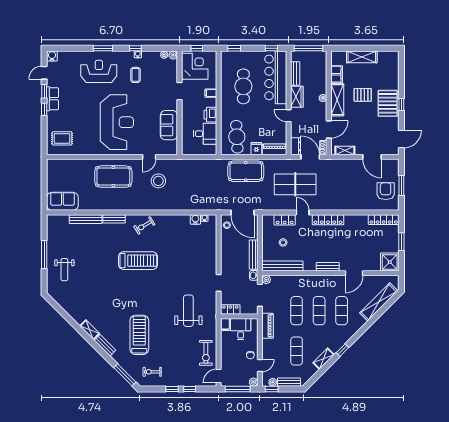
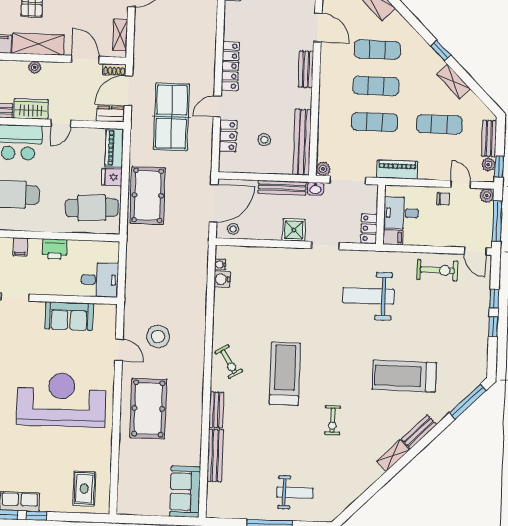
desk: (205, 134) -> (100, 280), moved, turned 90
shower: (228, 263) -> (294, 230), added
exercise bike: (152, 372) -> (333, 420), moved

